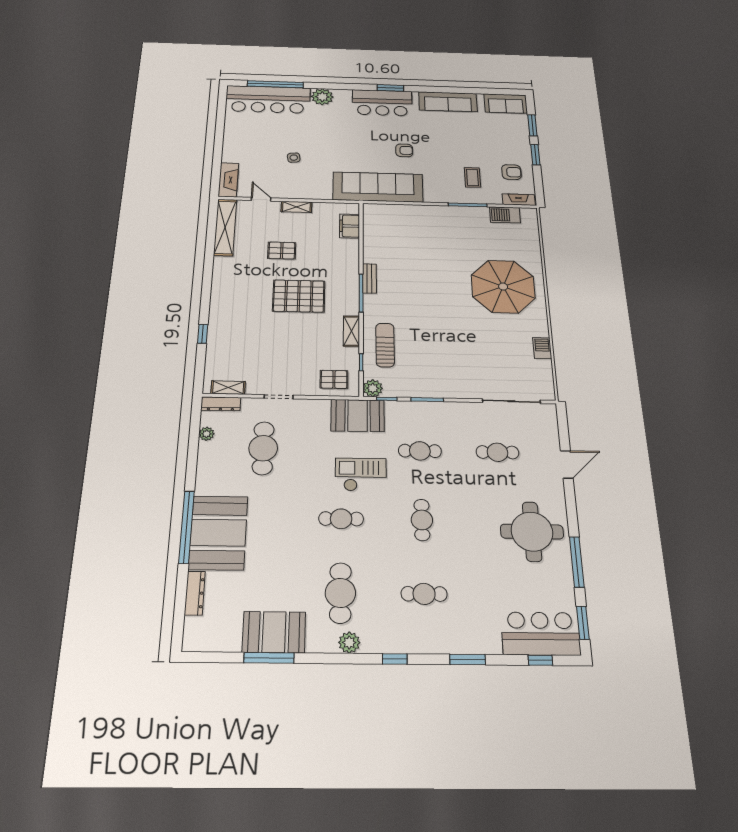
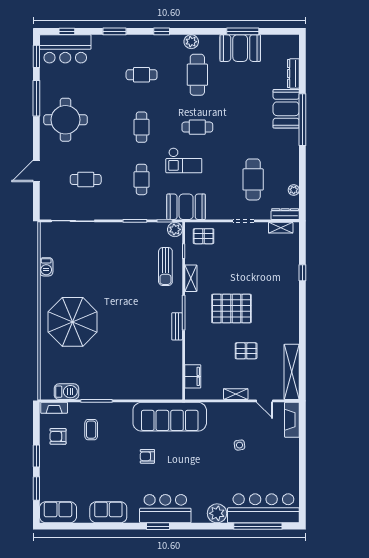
sofa: (448, 102) -> (108, 512), width x0.73
cafe table: (420, 451) -> (142, 179), turned 90
booth: (218, 533) -> (286, 109), width x0.73, depth x0.70

